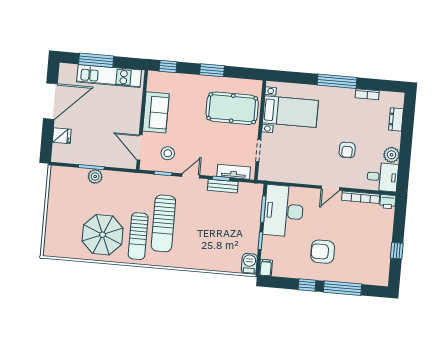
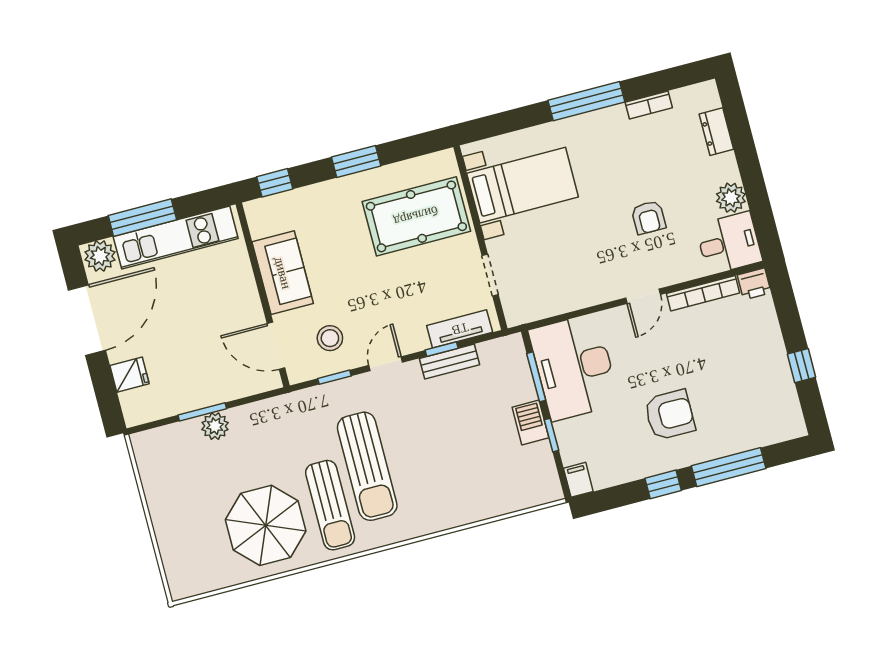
plant: (68, 72) -> (100, 256), added
armchair: (323, 252) -> (670, 415), turned 180
barbecue: (249, 264) -> (530, 423), moved

